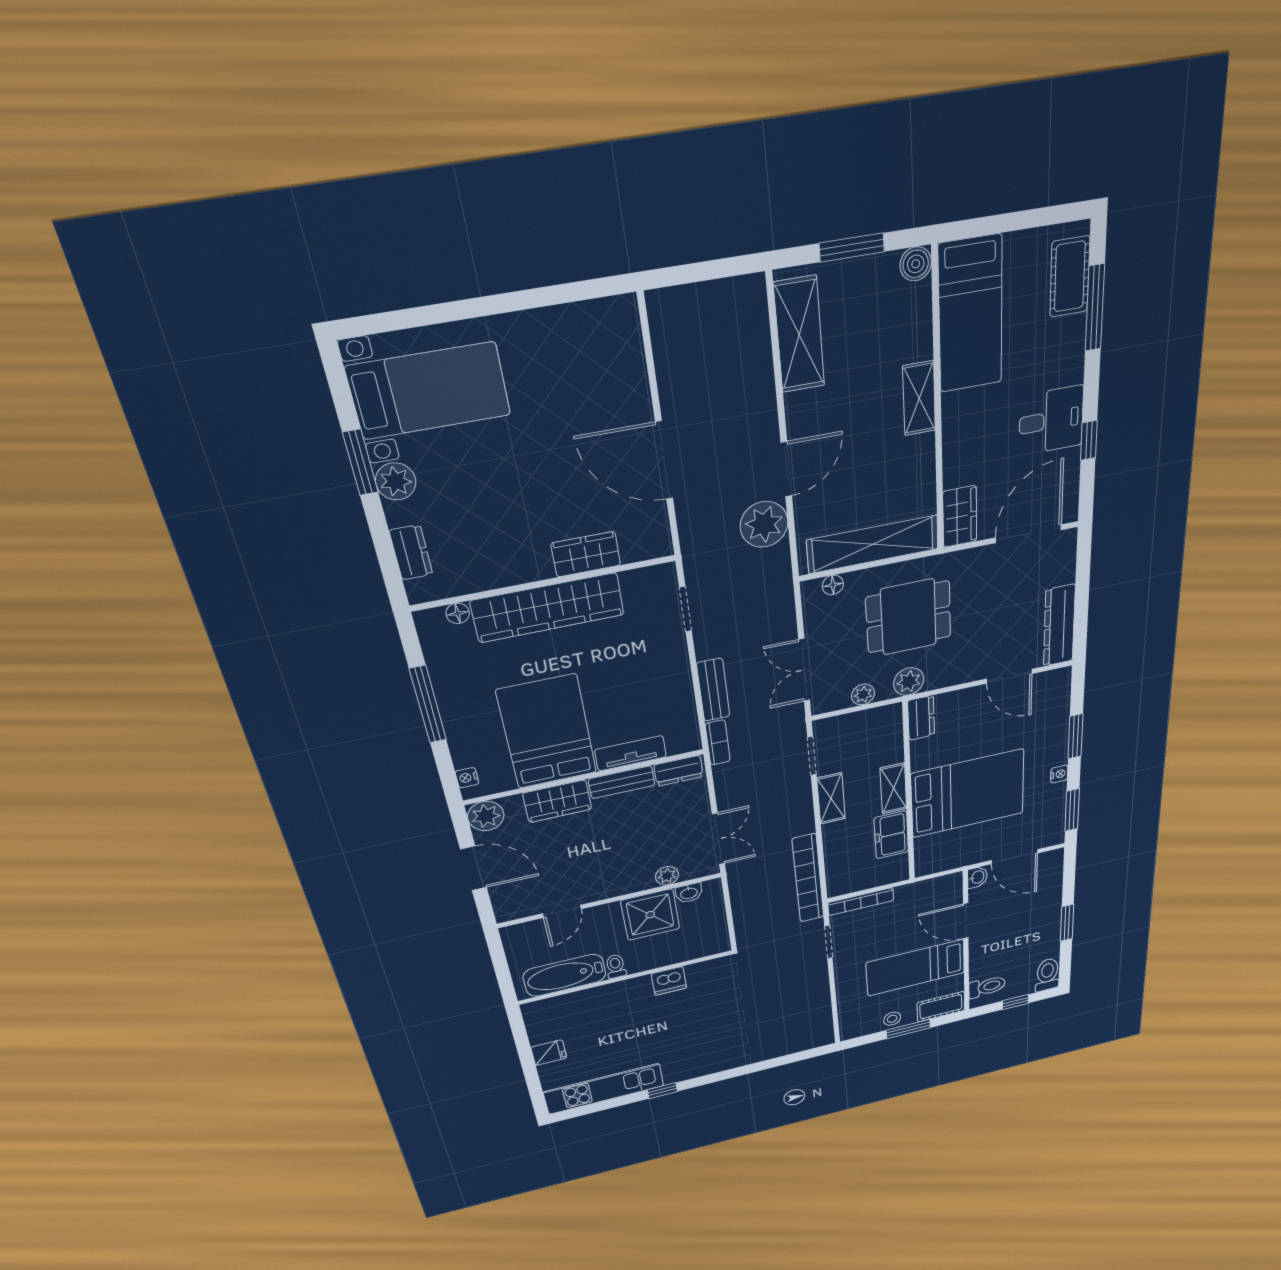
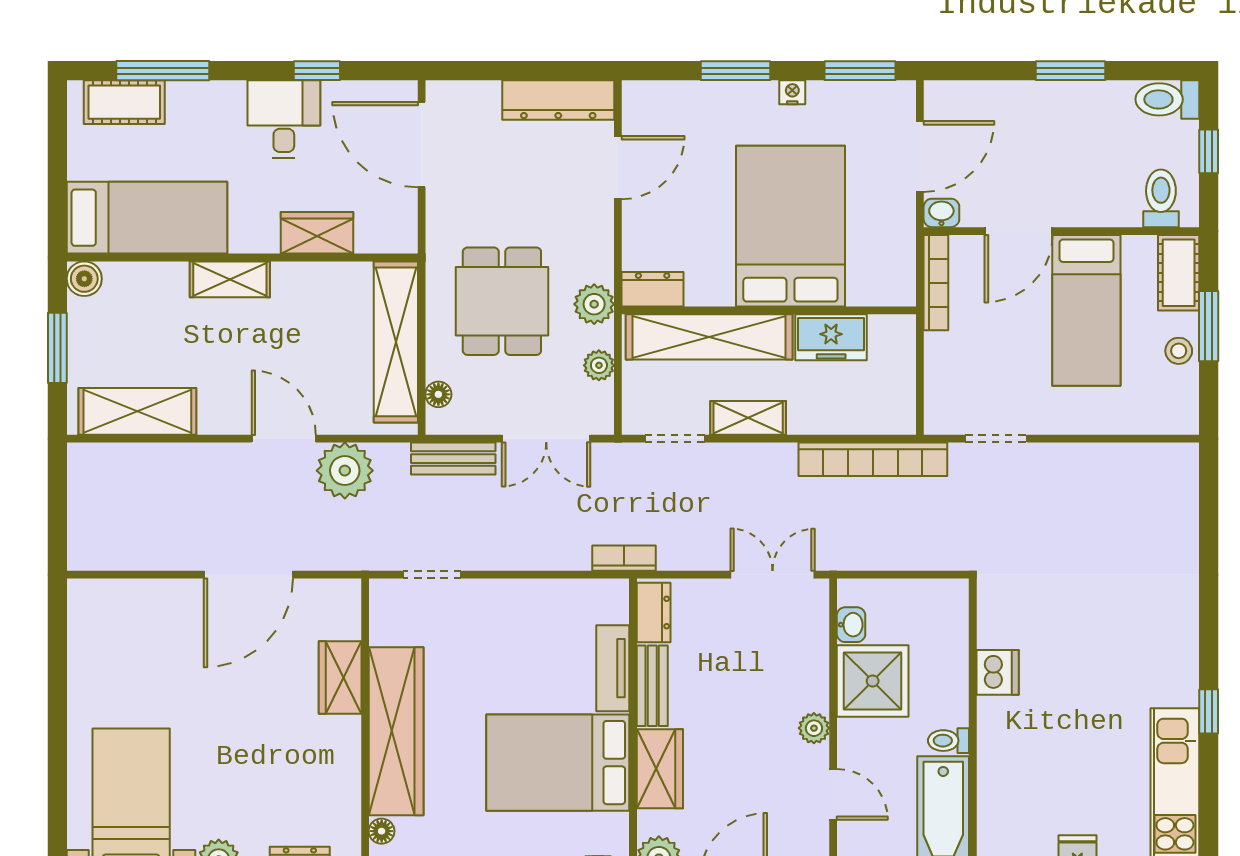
wardrobe: (960, 517) -> (317, 233), moved
bench: (713, 690) -> (453, 459), moved
shelving: (893, 788) -> (709, 337), width x2.20, depth x1.33
plant: (667, 876) -> (814, 728), moved
bookcase: (861, 902) -> (936, 283), moved

